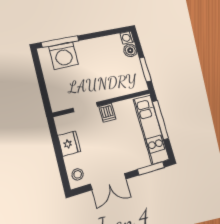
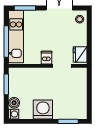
window: (60, 42) -> (68, 121), width x0.69
washing machine: (64, 56) -> (43, 109), moved
fridge: (69, 144) -> (80, 55), moved

